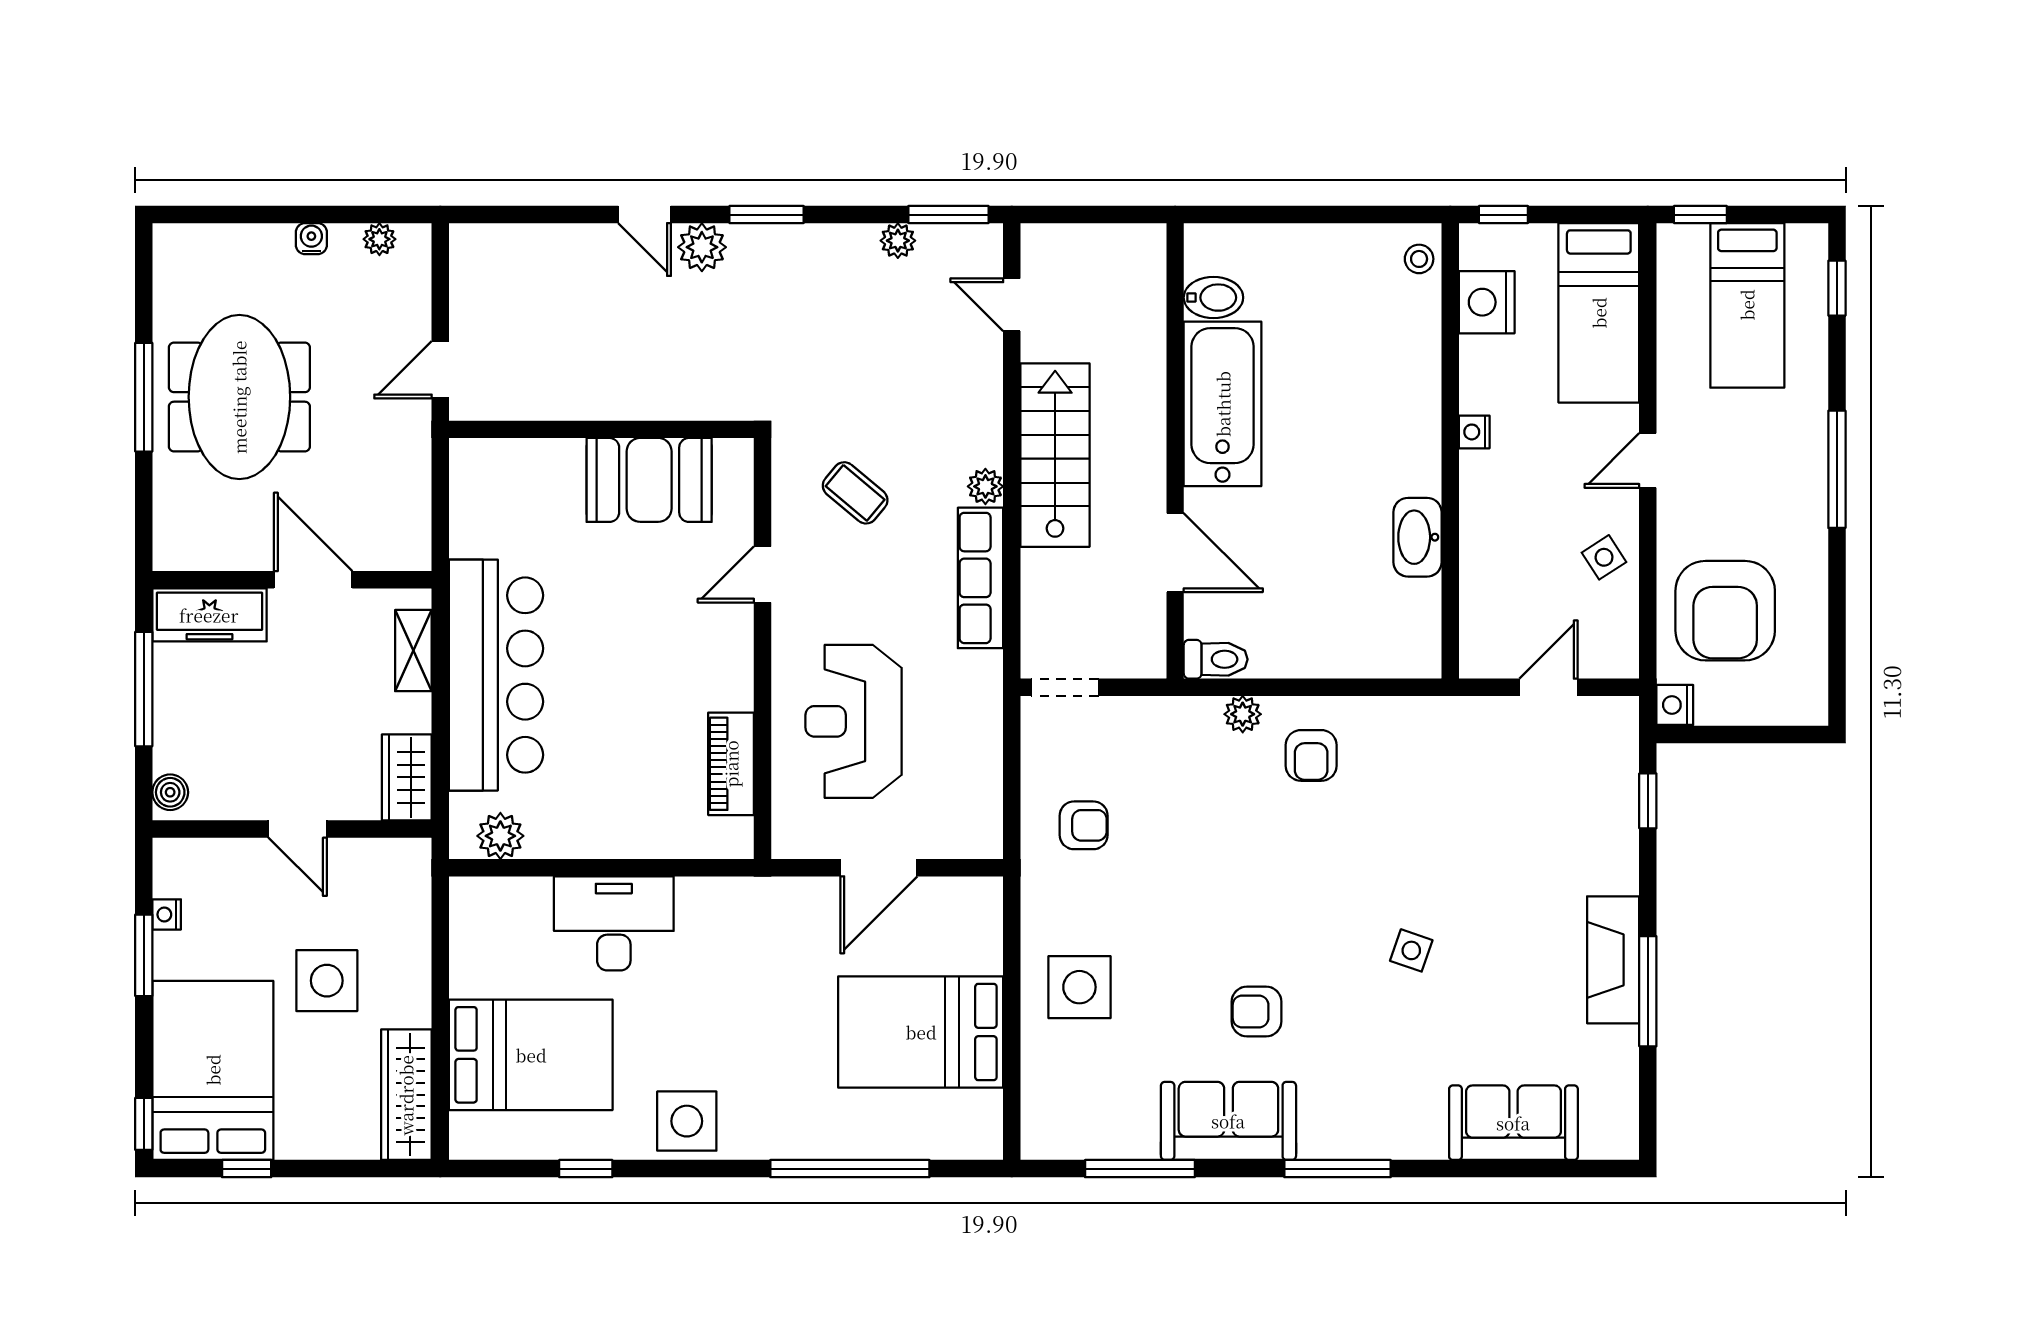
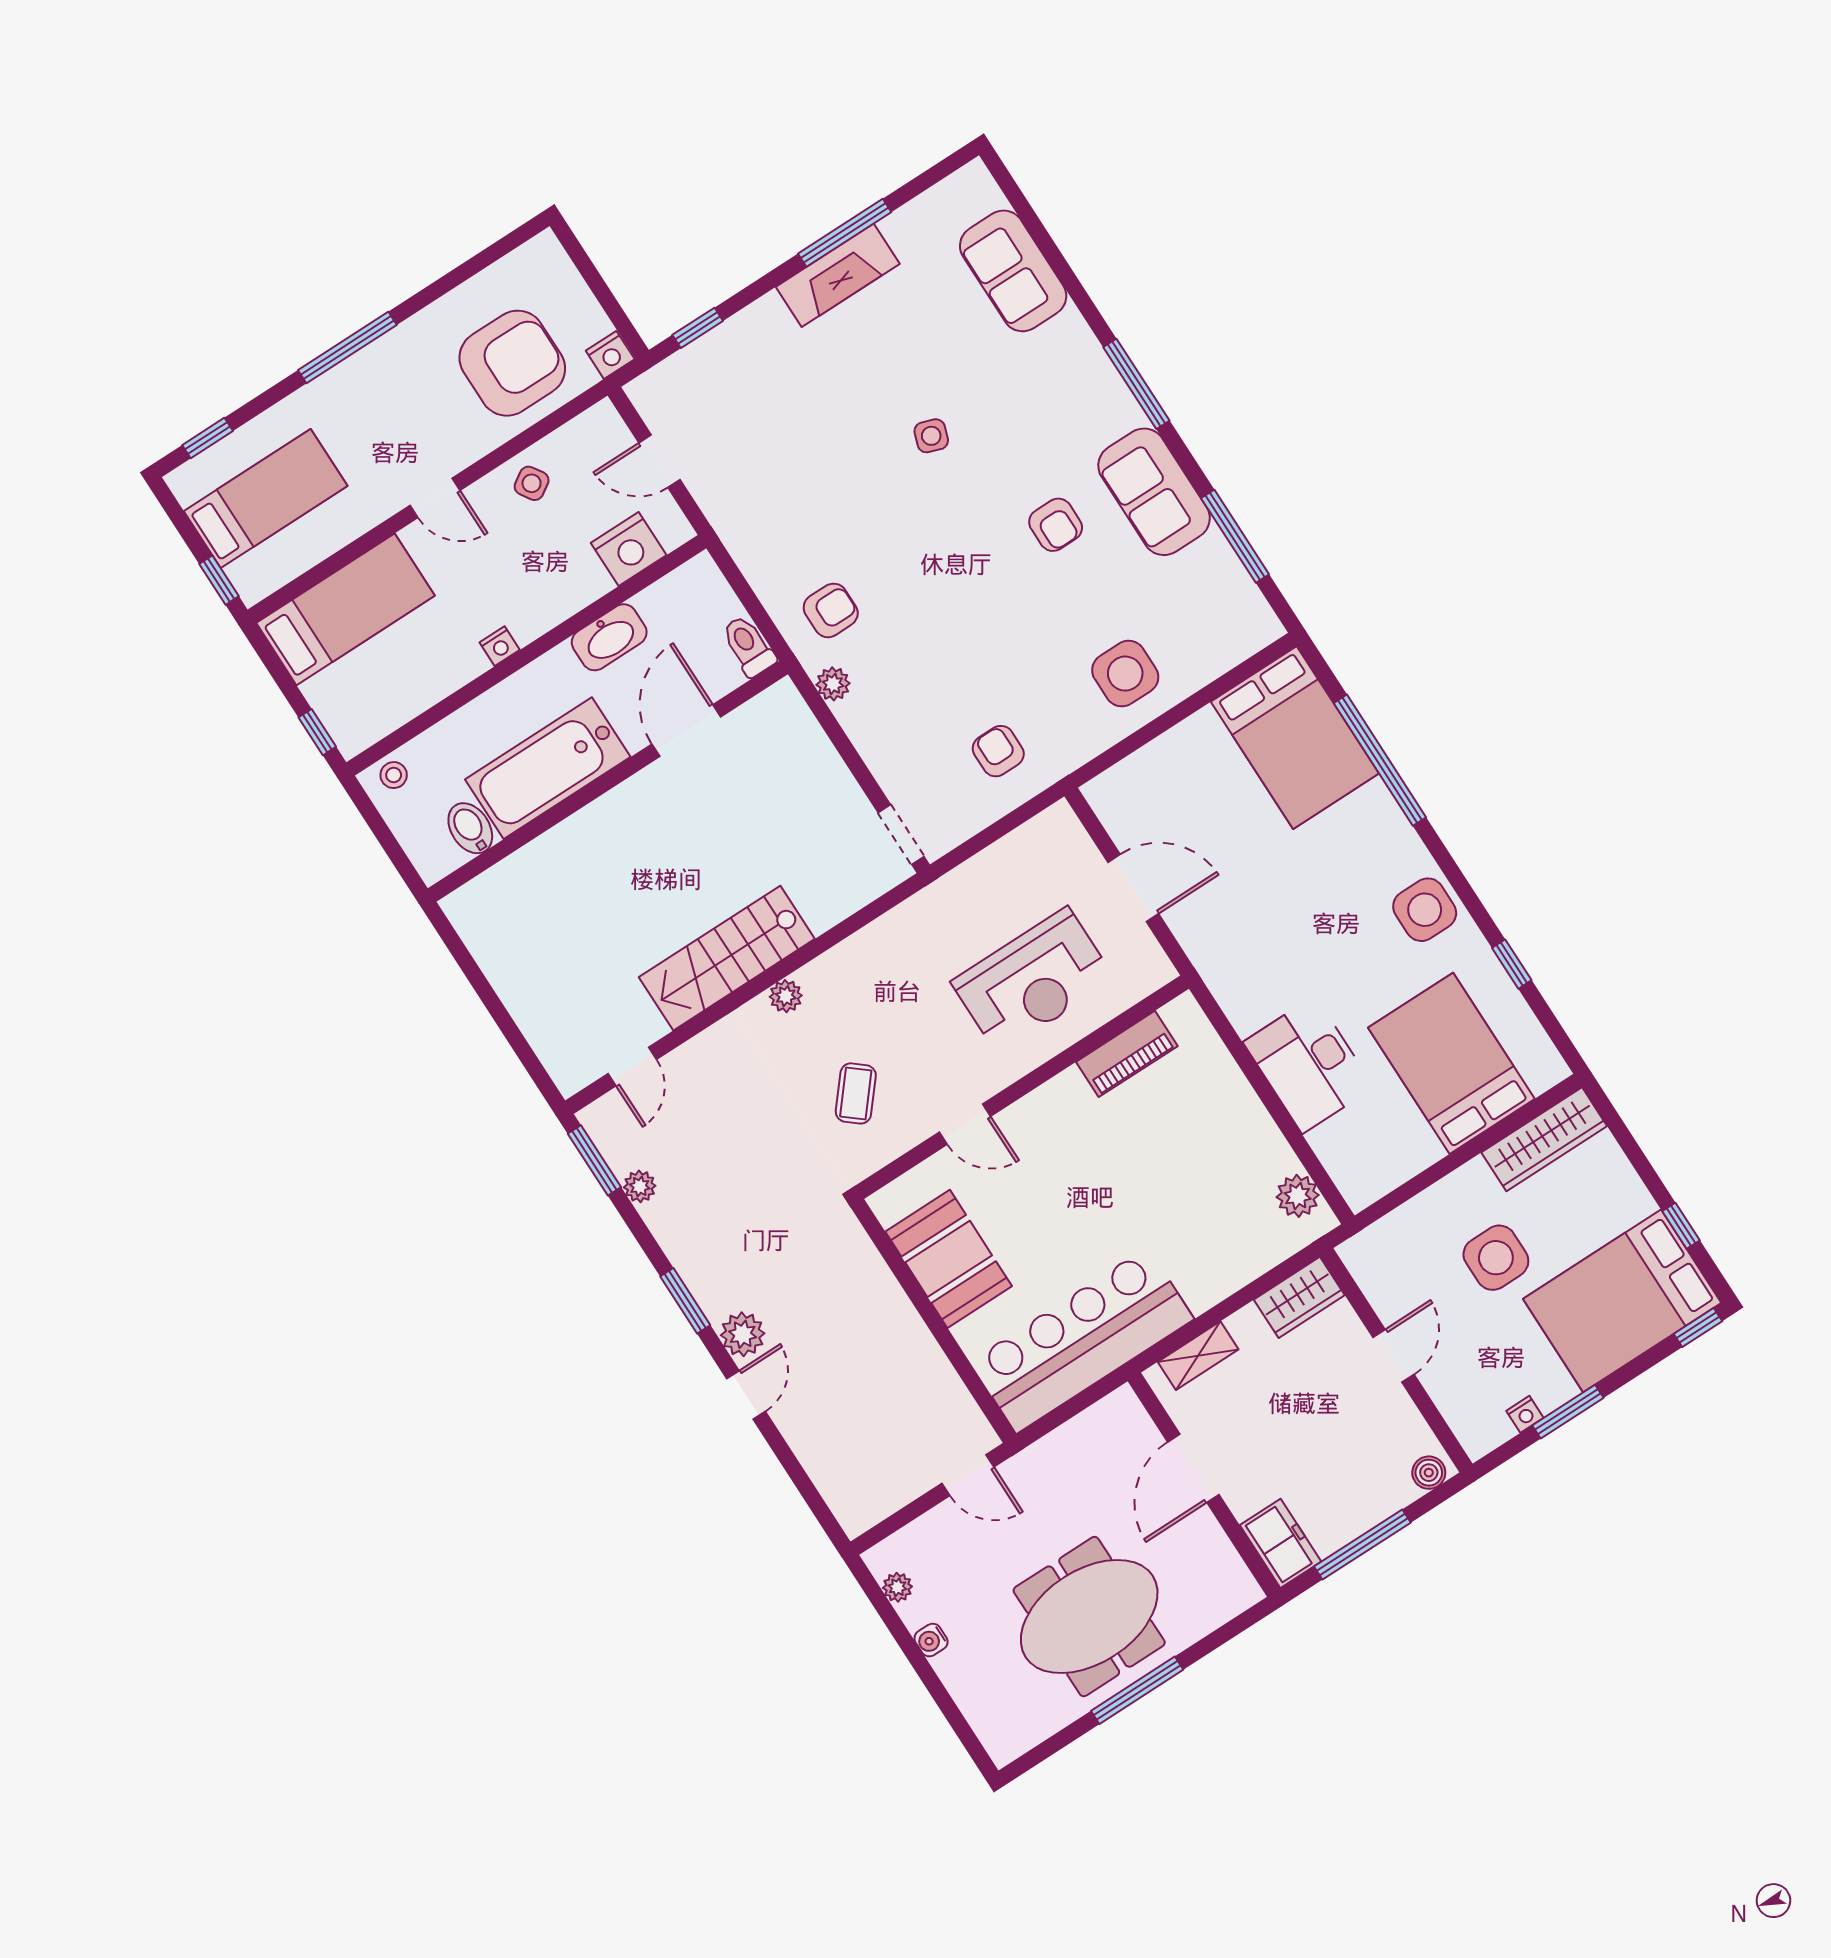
bidet: (1213, 298) -> (470, 828), moved
nightstand: (1487, 302) -> (629, 549), moved
bathtub: (1223, 404) -> (548, 768), moved
wall: (1175, 451) -> (608, 781), moved
door: (1175, 553) -> (686, 730), moved
row of seats: (981, 578) -> (859, 954), removed
freezer: (209, 615) -> (1280, 1543), width x0.71
toilet: (1216, 659) -> (748, 646), moved
bar counter: (496, 675) -> (1082, 1340), moved
bed: (921, 1032) -> (1295, 738), moved

